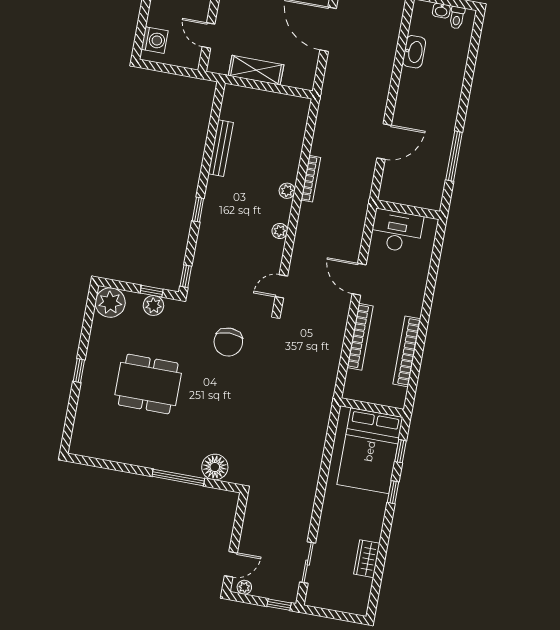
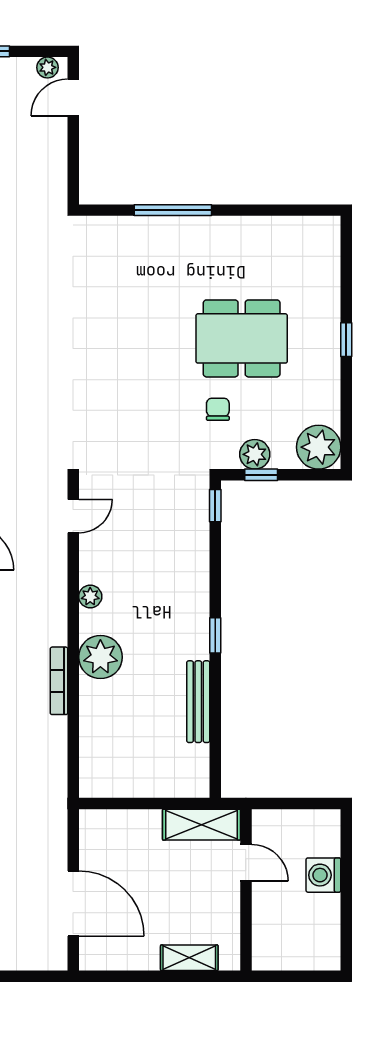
washing machine: (155, 40) -> (323, 875), moved
shelving: (256, 70) -> (201, 825), moved
plant: (287, 191) -> (100, 657), width x1.88, depth x1.88
window: (198, 210) -> (215, 635), moved
chair: (228, 342) -> (218, 409), moved, width x0.54, depth x0.54
floor lamp: (215, 467) -> (122, 235), removed

